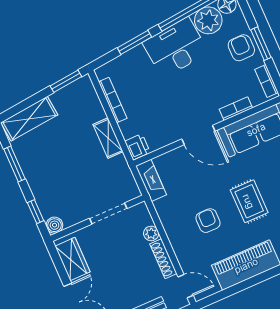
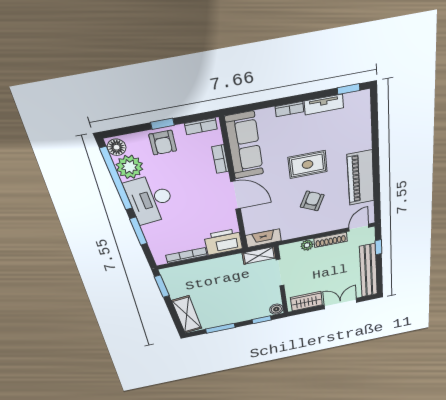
window: (261, 44) -> (162, 124), width x0.67
armchair: (241, 48) -> (163, 143), turned -90
door: (198, 135) -> (236, 195), hinge flipped
shelving: (108, 138) -> (259, 256), moved
printer: (137, 147) -> (223, 242), width x1.87, depth x1.48
armchair: (208, 221) -> (312, 201), turned 116

